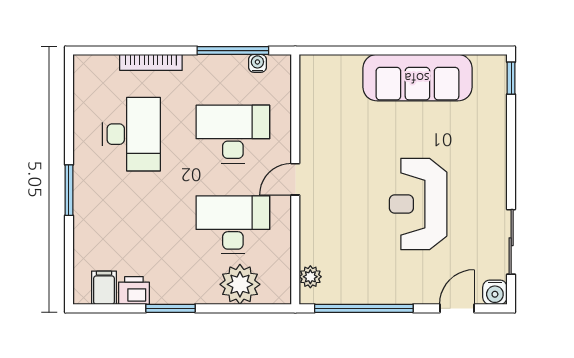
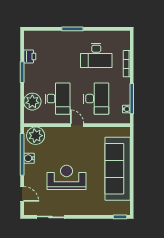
sofa: (417, 78) -> (118, 169), width x1.36, depth x1.27
plant: (310, 277) -> (36, 136), width x1.88, depth x1.88
filing cabinet: (104, 288) -> (31, 44), removed
water cooler: (495, 292) -> (29, 158), moved

